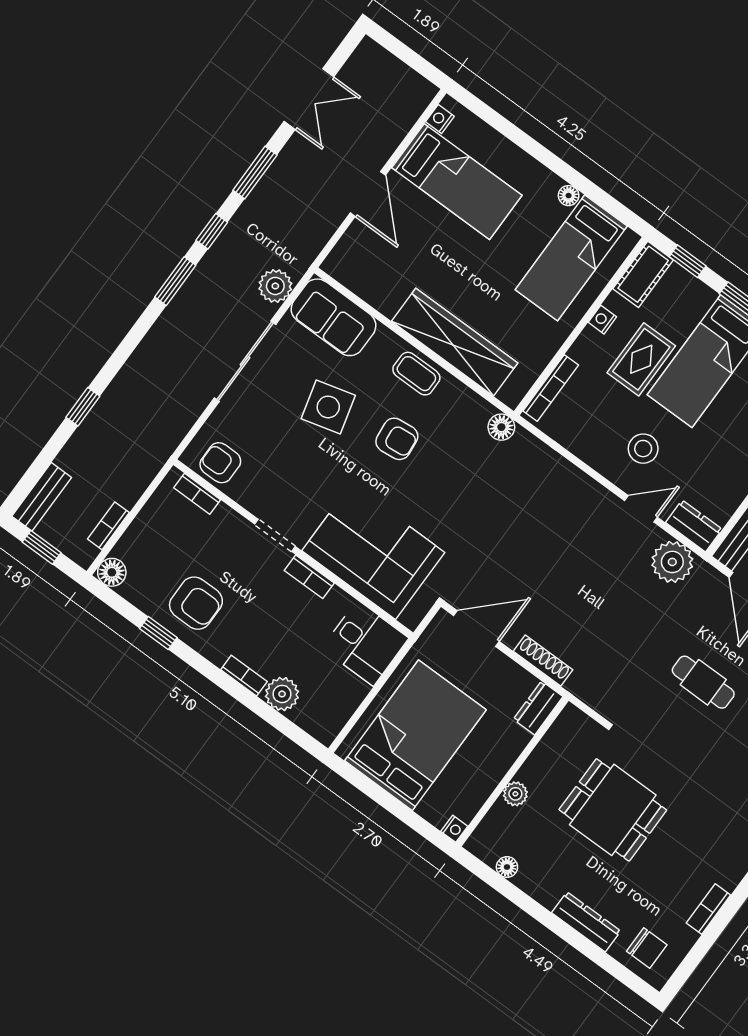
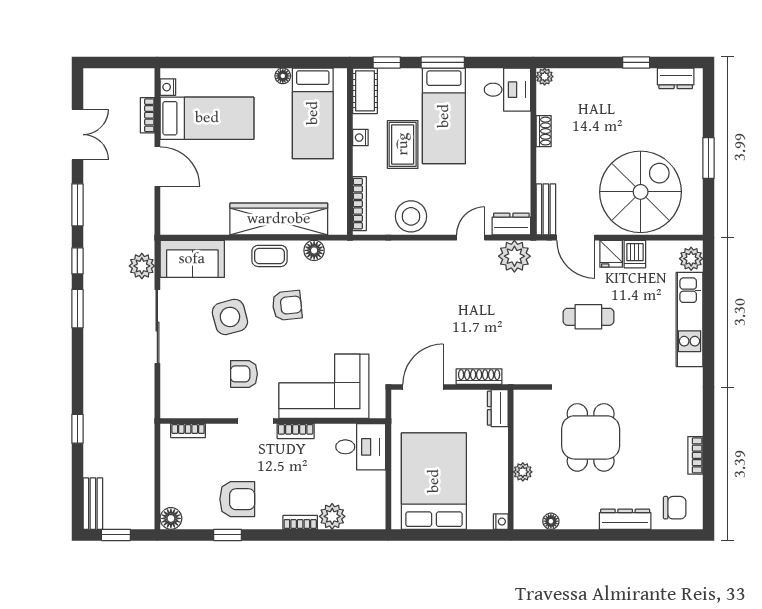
floor lamp: (501, 427) -> (314, 250), moved
stool: (643, 449) -> (411, 216), moved, width x1.38, depth x1.38
armchair: (220, 463) -> (244, 374), moved
bookcase: (108, 526) -> (148, 115), moved
dining table: (613, 810) -> (591, 437), turned 90

